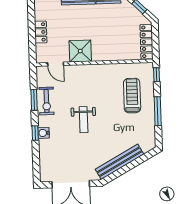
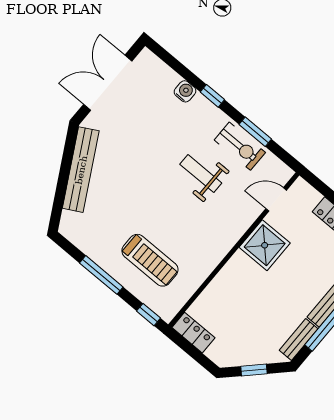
locker: (146, 42) -> (193, 333), width x0.66
exercise bike: (46, 101) -> (240, 146), turned 180
weight bench: (84, 120) -> (201, 174), moved
water cooler: (44, 133) -> (185, 91), moved

